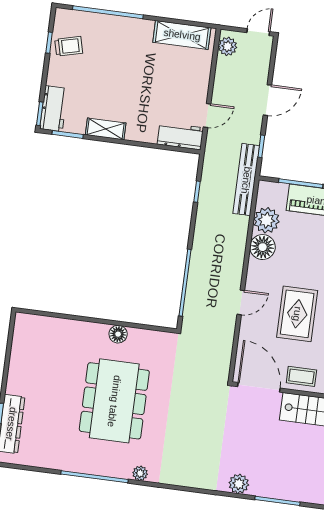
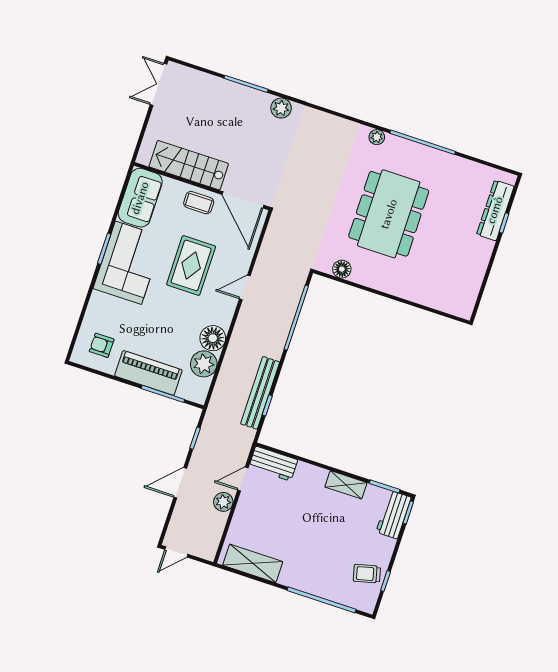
plant: (228, 46) -> (223, 502), moved
bench: (246, 180) -> (260, 393), moved
floor lamp: (118, 334) -> (342, 269), moved

